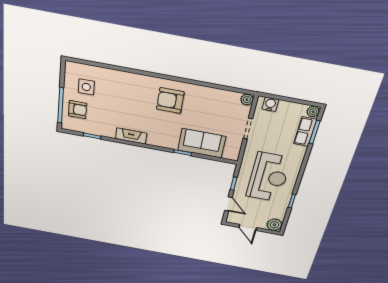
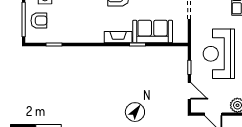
fireplace: (131, 136) -> (118, 37), moved
reception desk: (268, 177) -> (219, 54), turned 180

